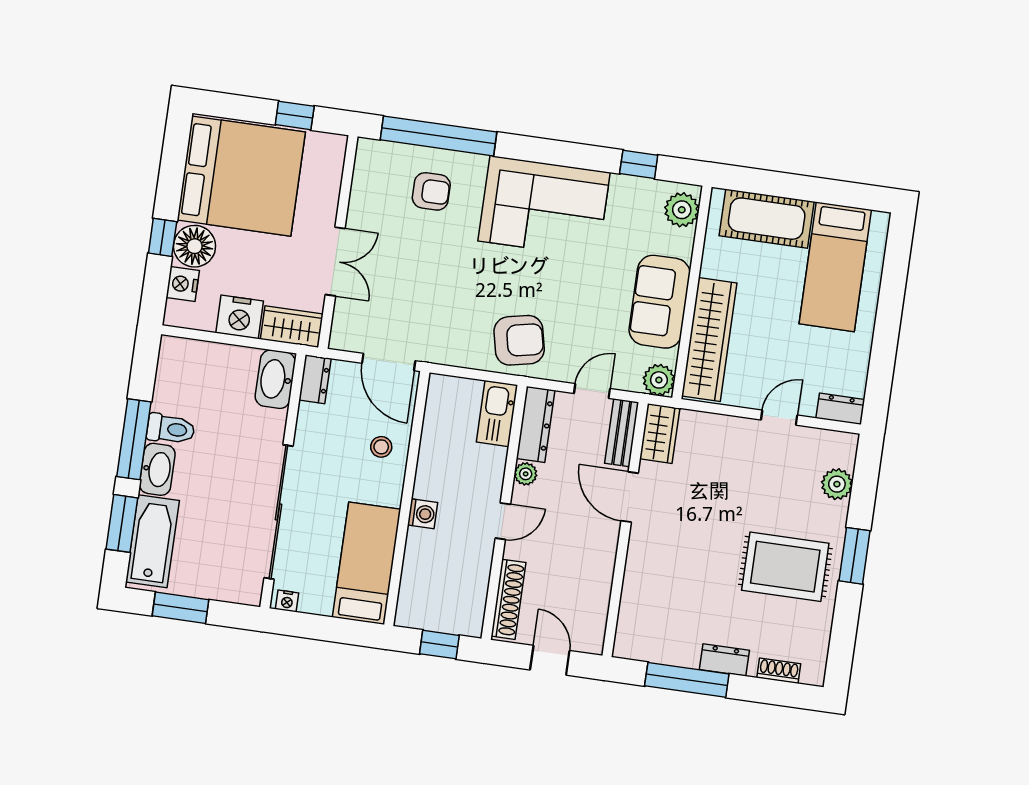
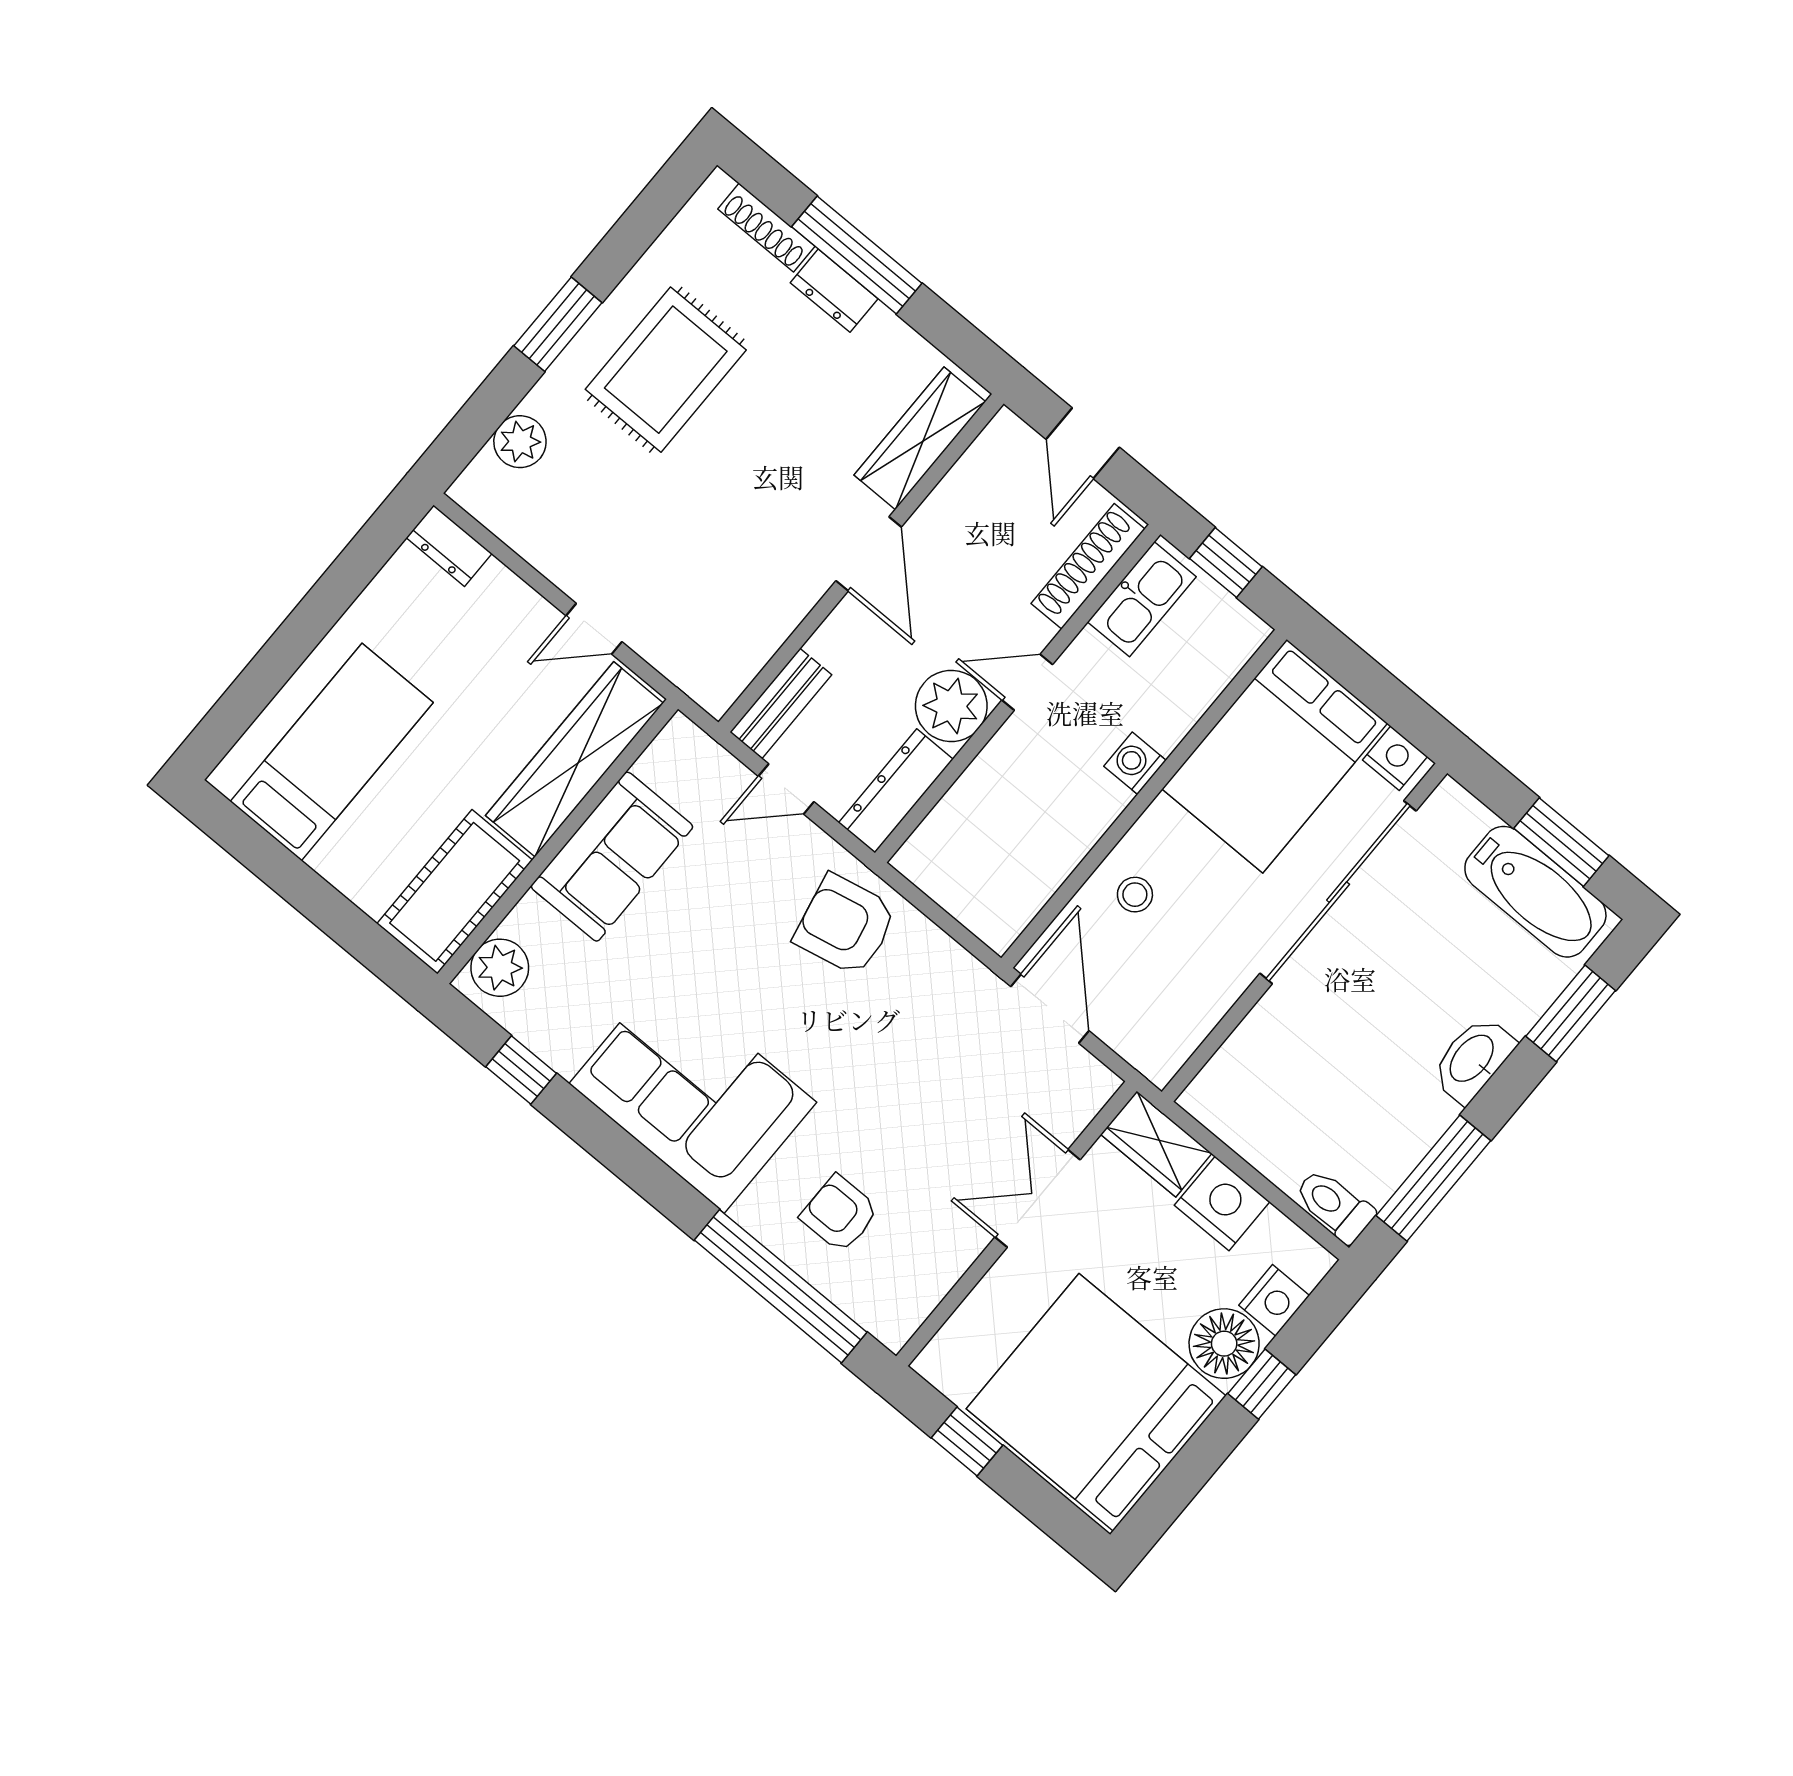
cot: (767, 219) -> (455, 892), moved, turned 90
washbasin: (275, 379) -> (1226, 1084), removed
dresser: (315, 379) -> (1170, 1049), removed
plant: (659, 380) -> (682, 746), removed
kitchen sink: (497, 414) -> (1142, 599), moved
door: (779, 418) -> (594, 629), moved
toilet: (171, 429) -> (1334, 1205), moved
wardrobe: (660, 433) -> (920, 438), moved, width x1.50
window: (134, 439) -> (1433, 1178), moved
plant: (526, 474) -> (951, 706), width x1.88, depth x1.88
door: (630, 497) -> (869, 554), moved
bathtub: (152, 541) -> (1535, 892), moved, turned -90
bed: (367, 563) -> (1275, 756), width x1.50
rug: (785, 567) -> (666, 370), turned 90
nightstand: (287, 601) -> (1395, 758), width x1.39, depth x1.35
shoe rack: (779, 671) -> (766, 228), width x1.43
window: (687, 680) -> (857, 255), moved

